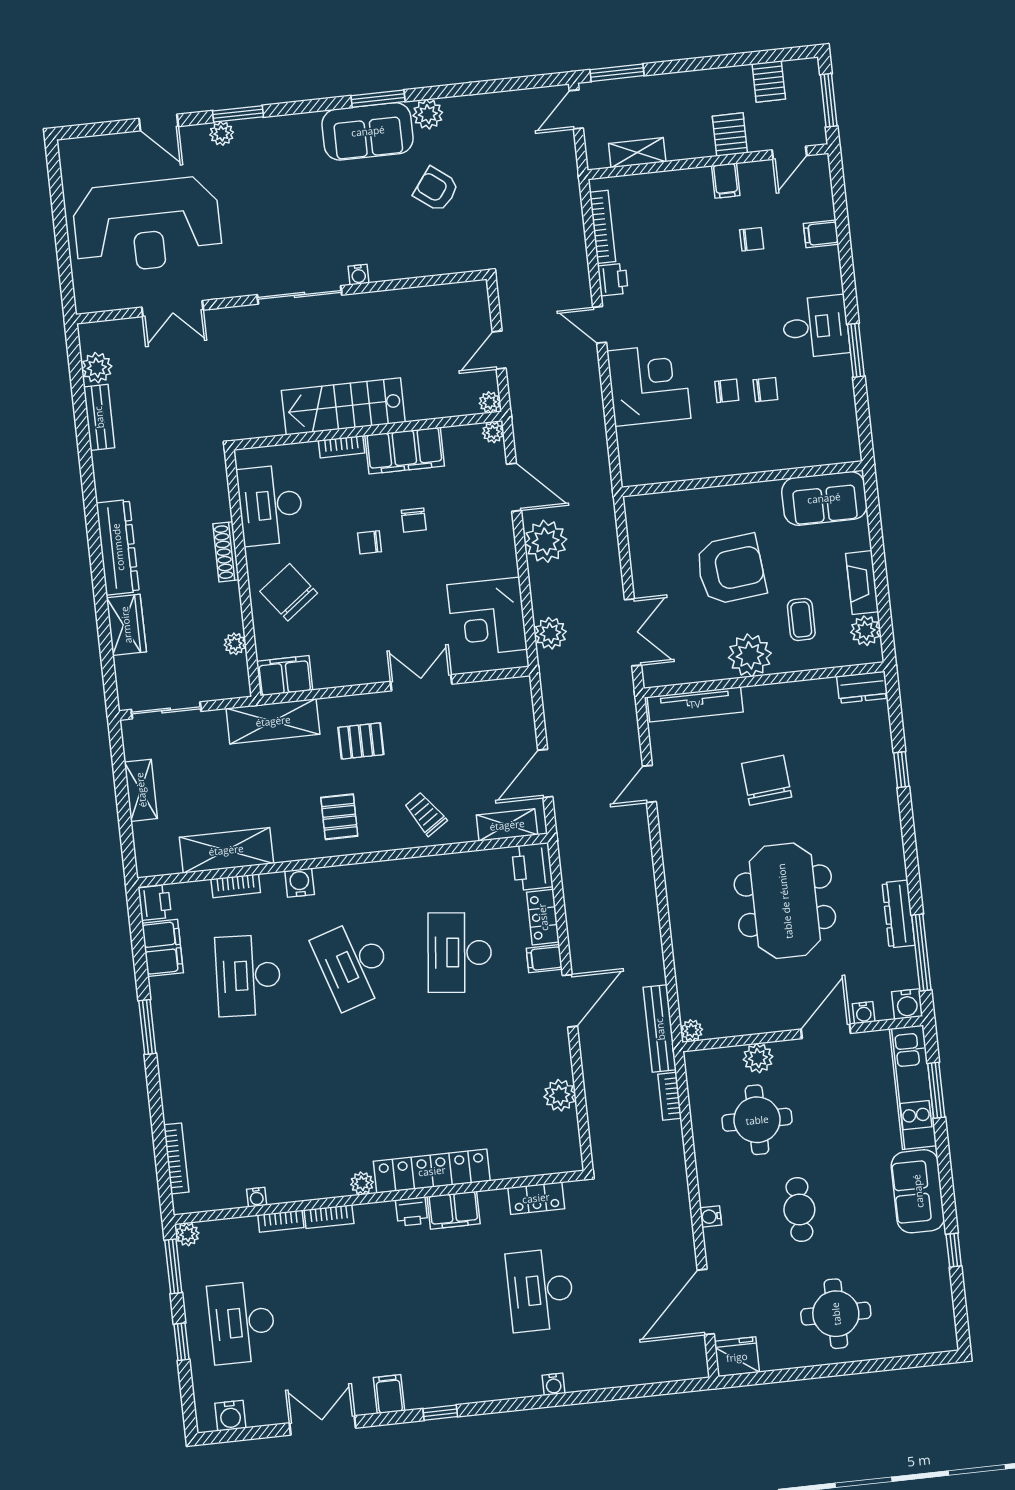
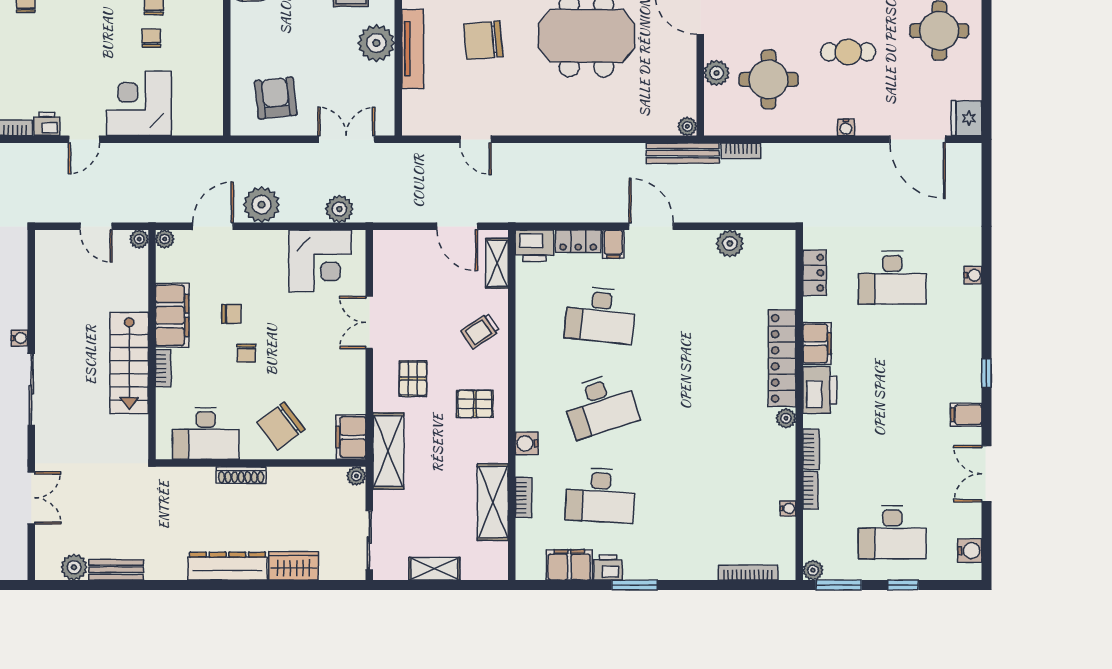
armchair: (731, 569) -> (276, 98), moved, width x0.73, depth x0.73
plant: (235, 644) -> (356, 476), moved
tv unit: (695, 704) -> (413, 49), moved
printer: (155, 903) -> (608, 567), moved
printer: (412, 1212) -> (820, 390), width x1.87, depth x1.48

